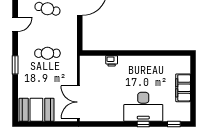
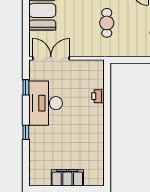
desk: (143, 107) -> (46, 103), moved
window: (174, 124) -> (26, 87), moved

